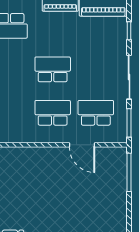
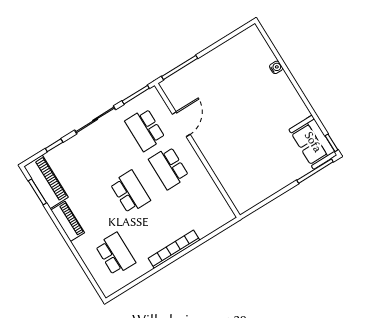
school desk: (53, 69) -> (130, 192), turned 180

